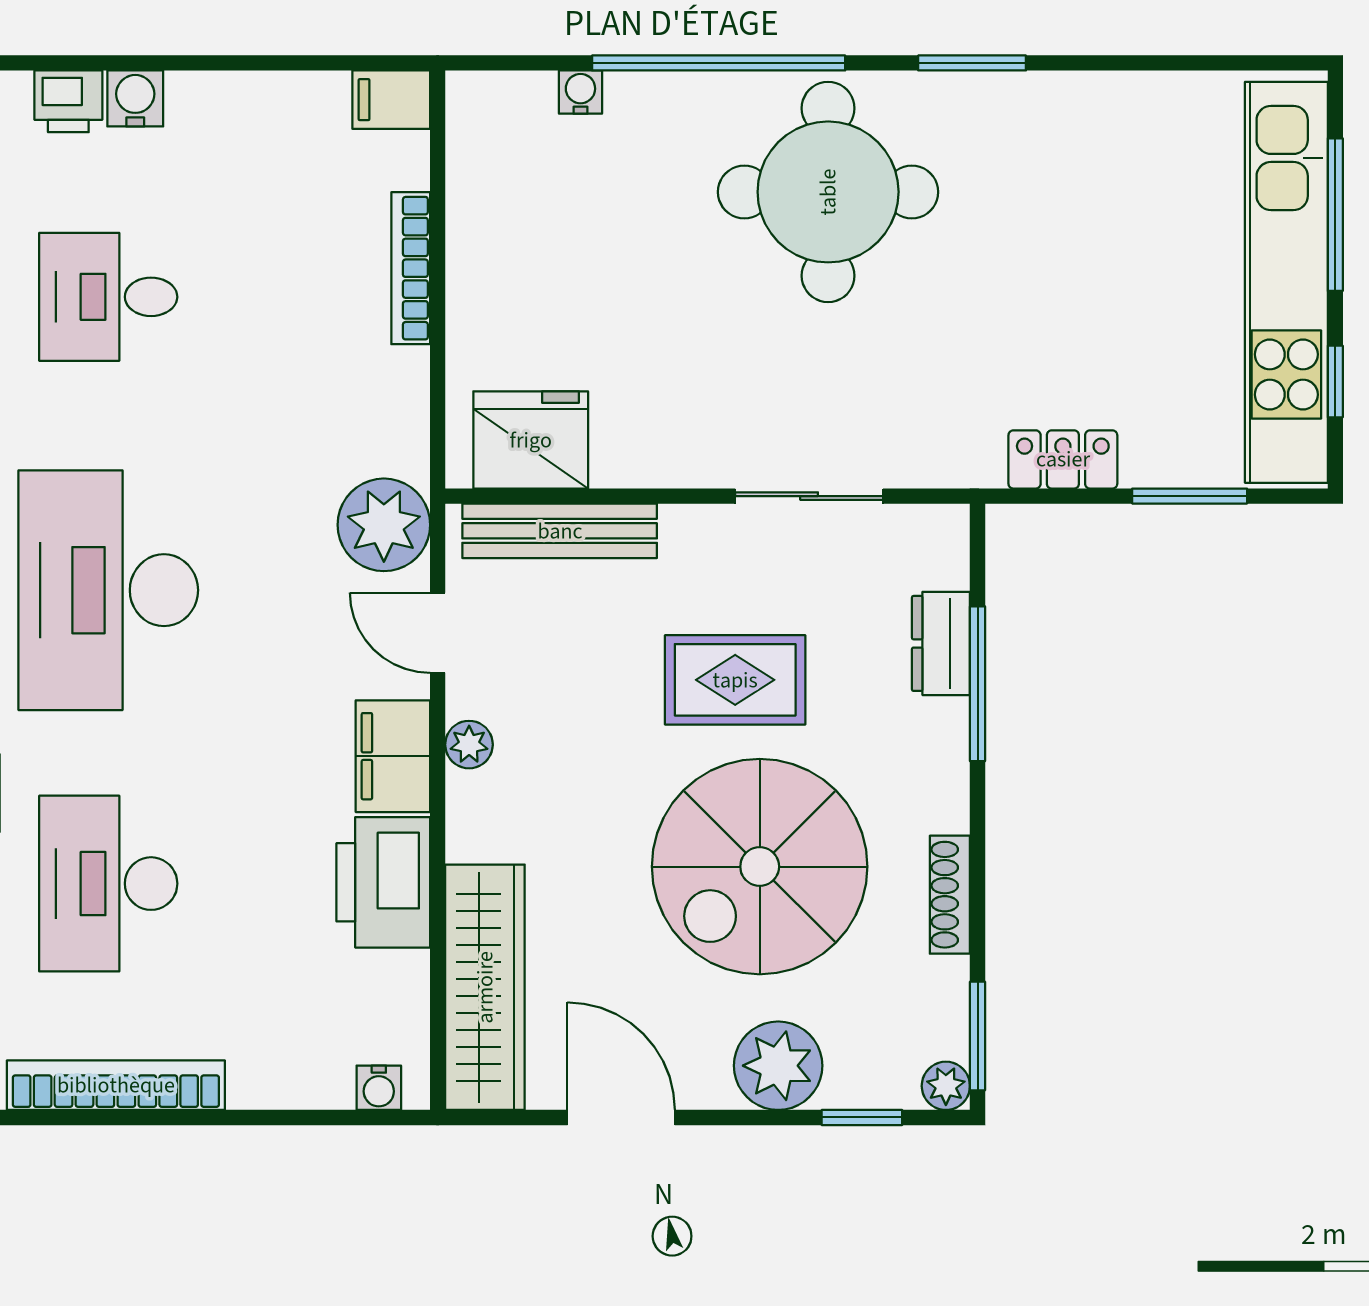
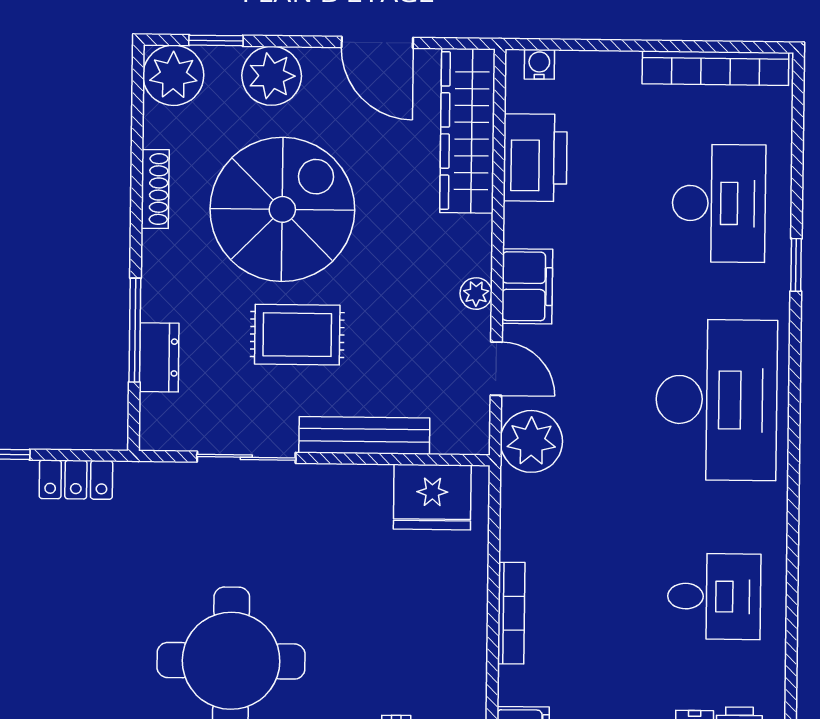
bench: (560, 531) -> (364, 435), moved
printer: (383, 882) -> (535, 158), moved
window: (978, 1036) -> (138, 94), removed
plant: (946, 1086) -> (173, 75), width x1.88, depth x1.88

